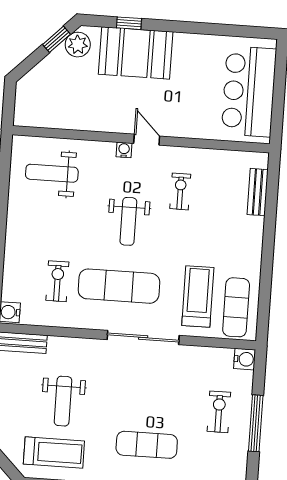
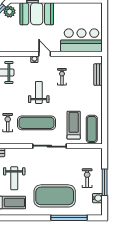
bar counter: (249, 91) -> (81, 40), moved, turned 90
weight bench: (128, 221) -> (39, 92), turned 180
water cooler: (245, 359) -> (97, 198), moved
exercise mat: (147, 445) -> (55, 196), width x2.00, depth x1.45

